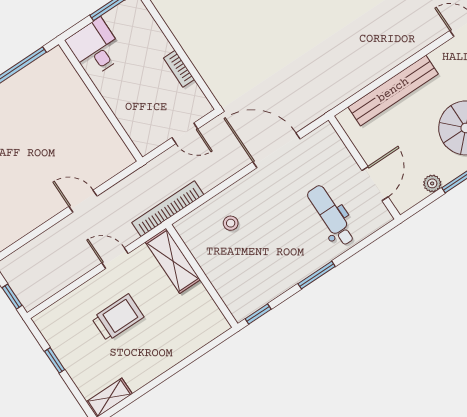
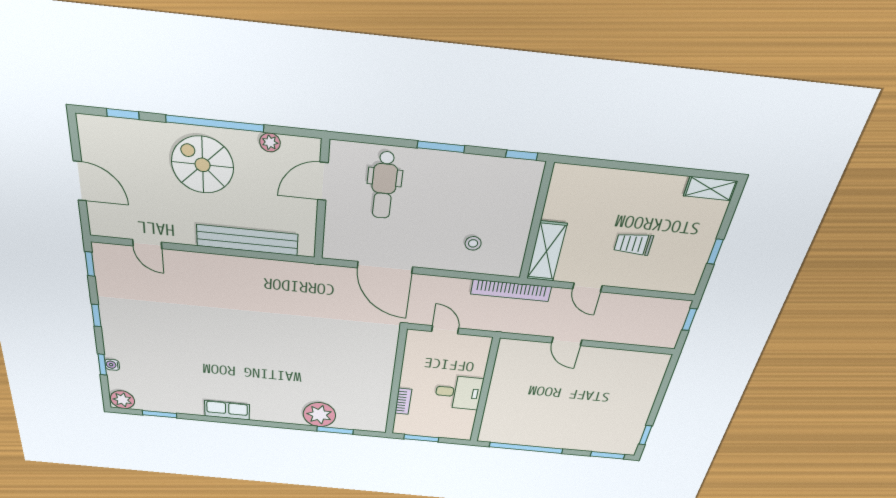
desk: (95, 48) -> (459, 392), moved, turned -90
bookcase: (179, 69) -> (403, 401), moved
trolley: (118, 318) -> (634, 244), width x0.73, depth x0.72

